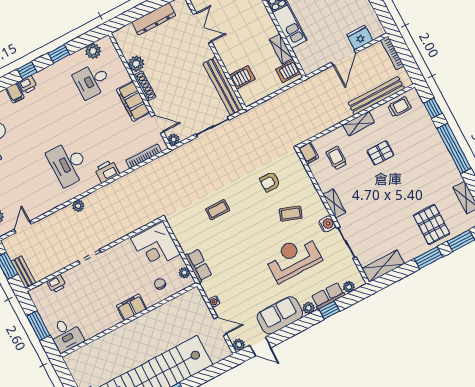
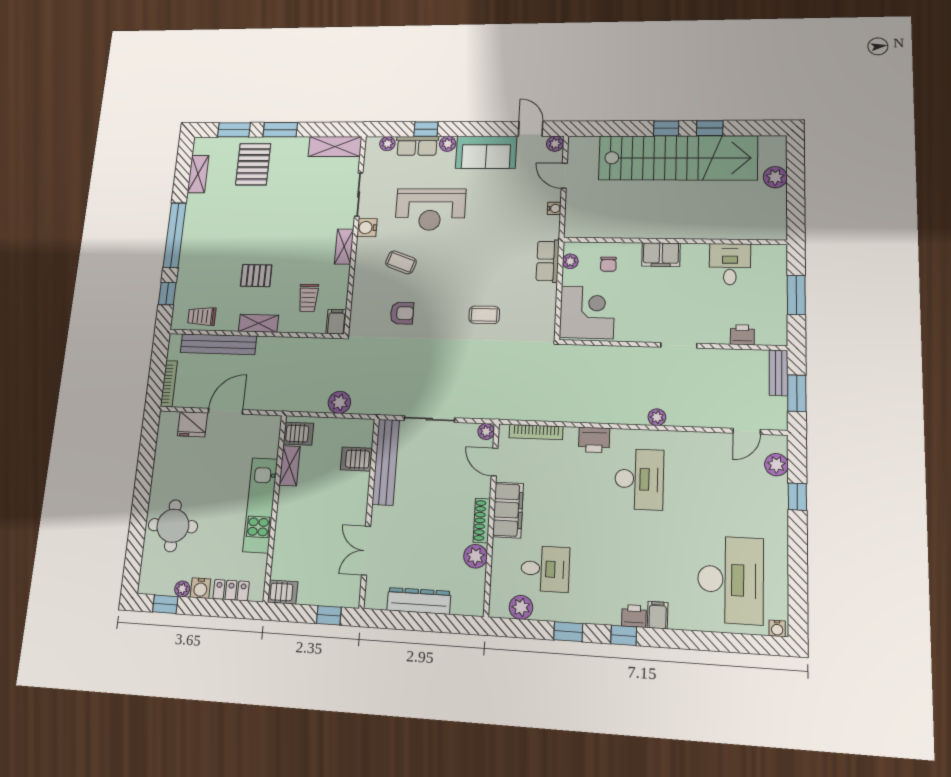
plant: (274, 105) -> (339, 402), added
desk: (66, 335) -> (730, 264), moved

